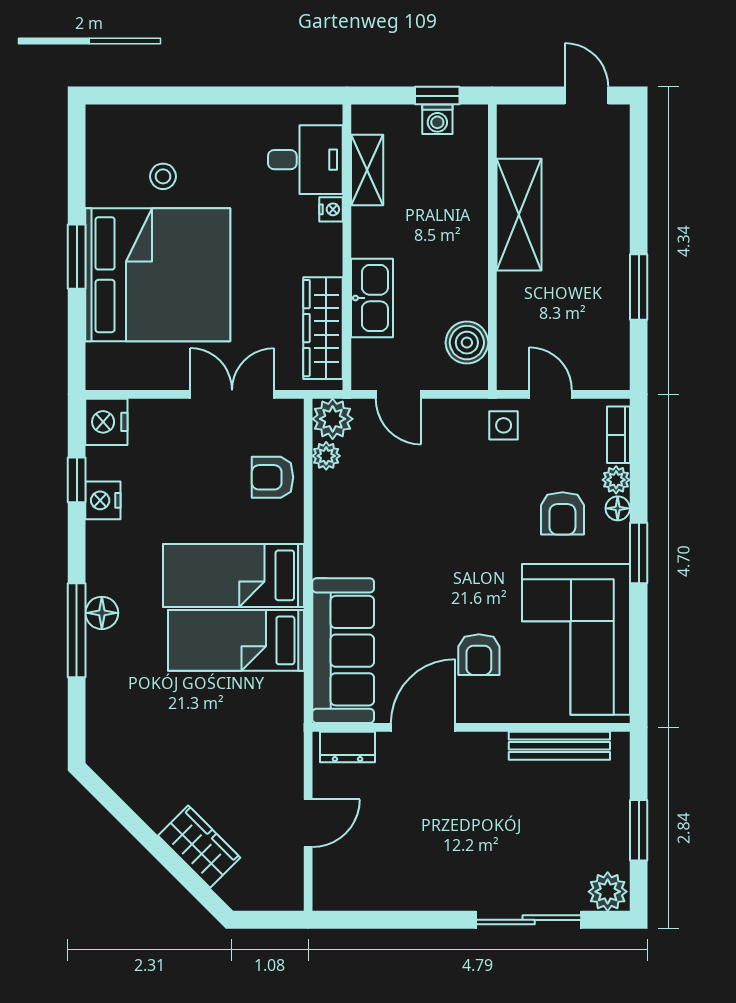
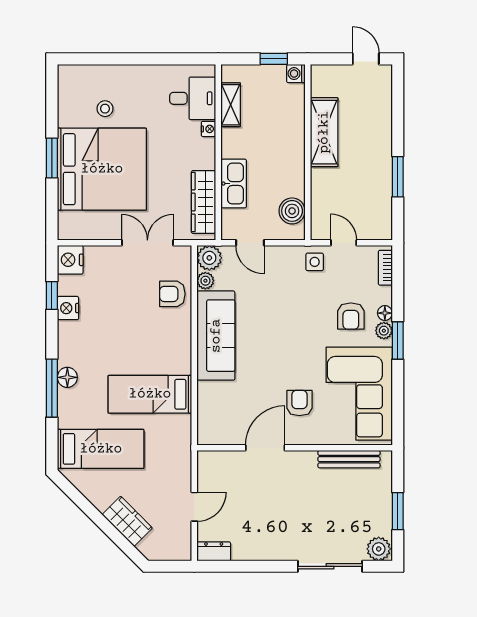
washing machine: (437, 119) -> (296, 74), moved, turned 90
plant: (616, 480) -> (384, 331), moved
bed: (233, 575) -> (101, 449), moved, turned 180
sofa: (343, 651) -> (216, 336), moved
armchair: (479, 655) -> (299, 403), turned 180
dresser: (348, 747) -> (214, 551), moved, turned 180

